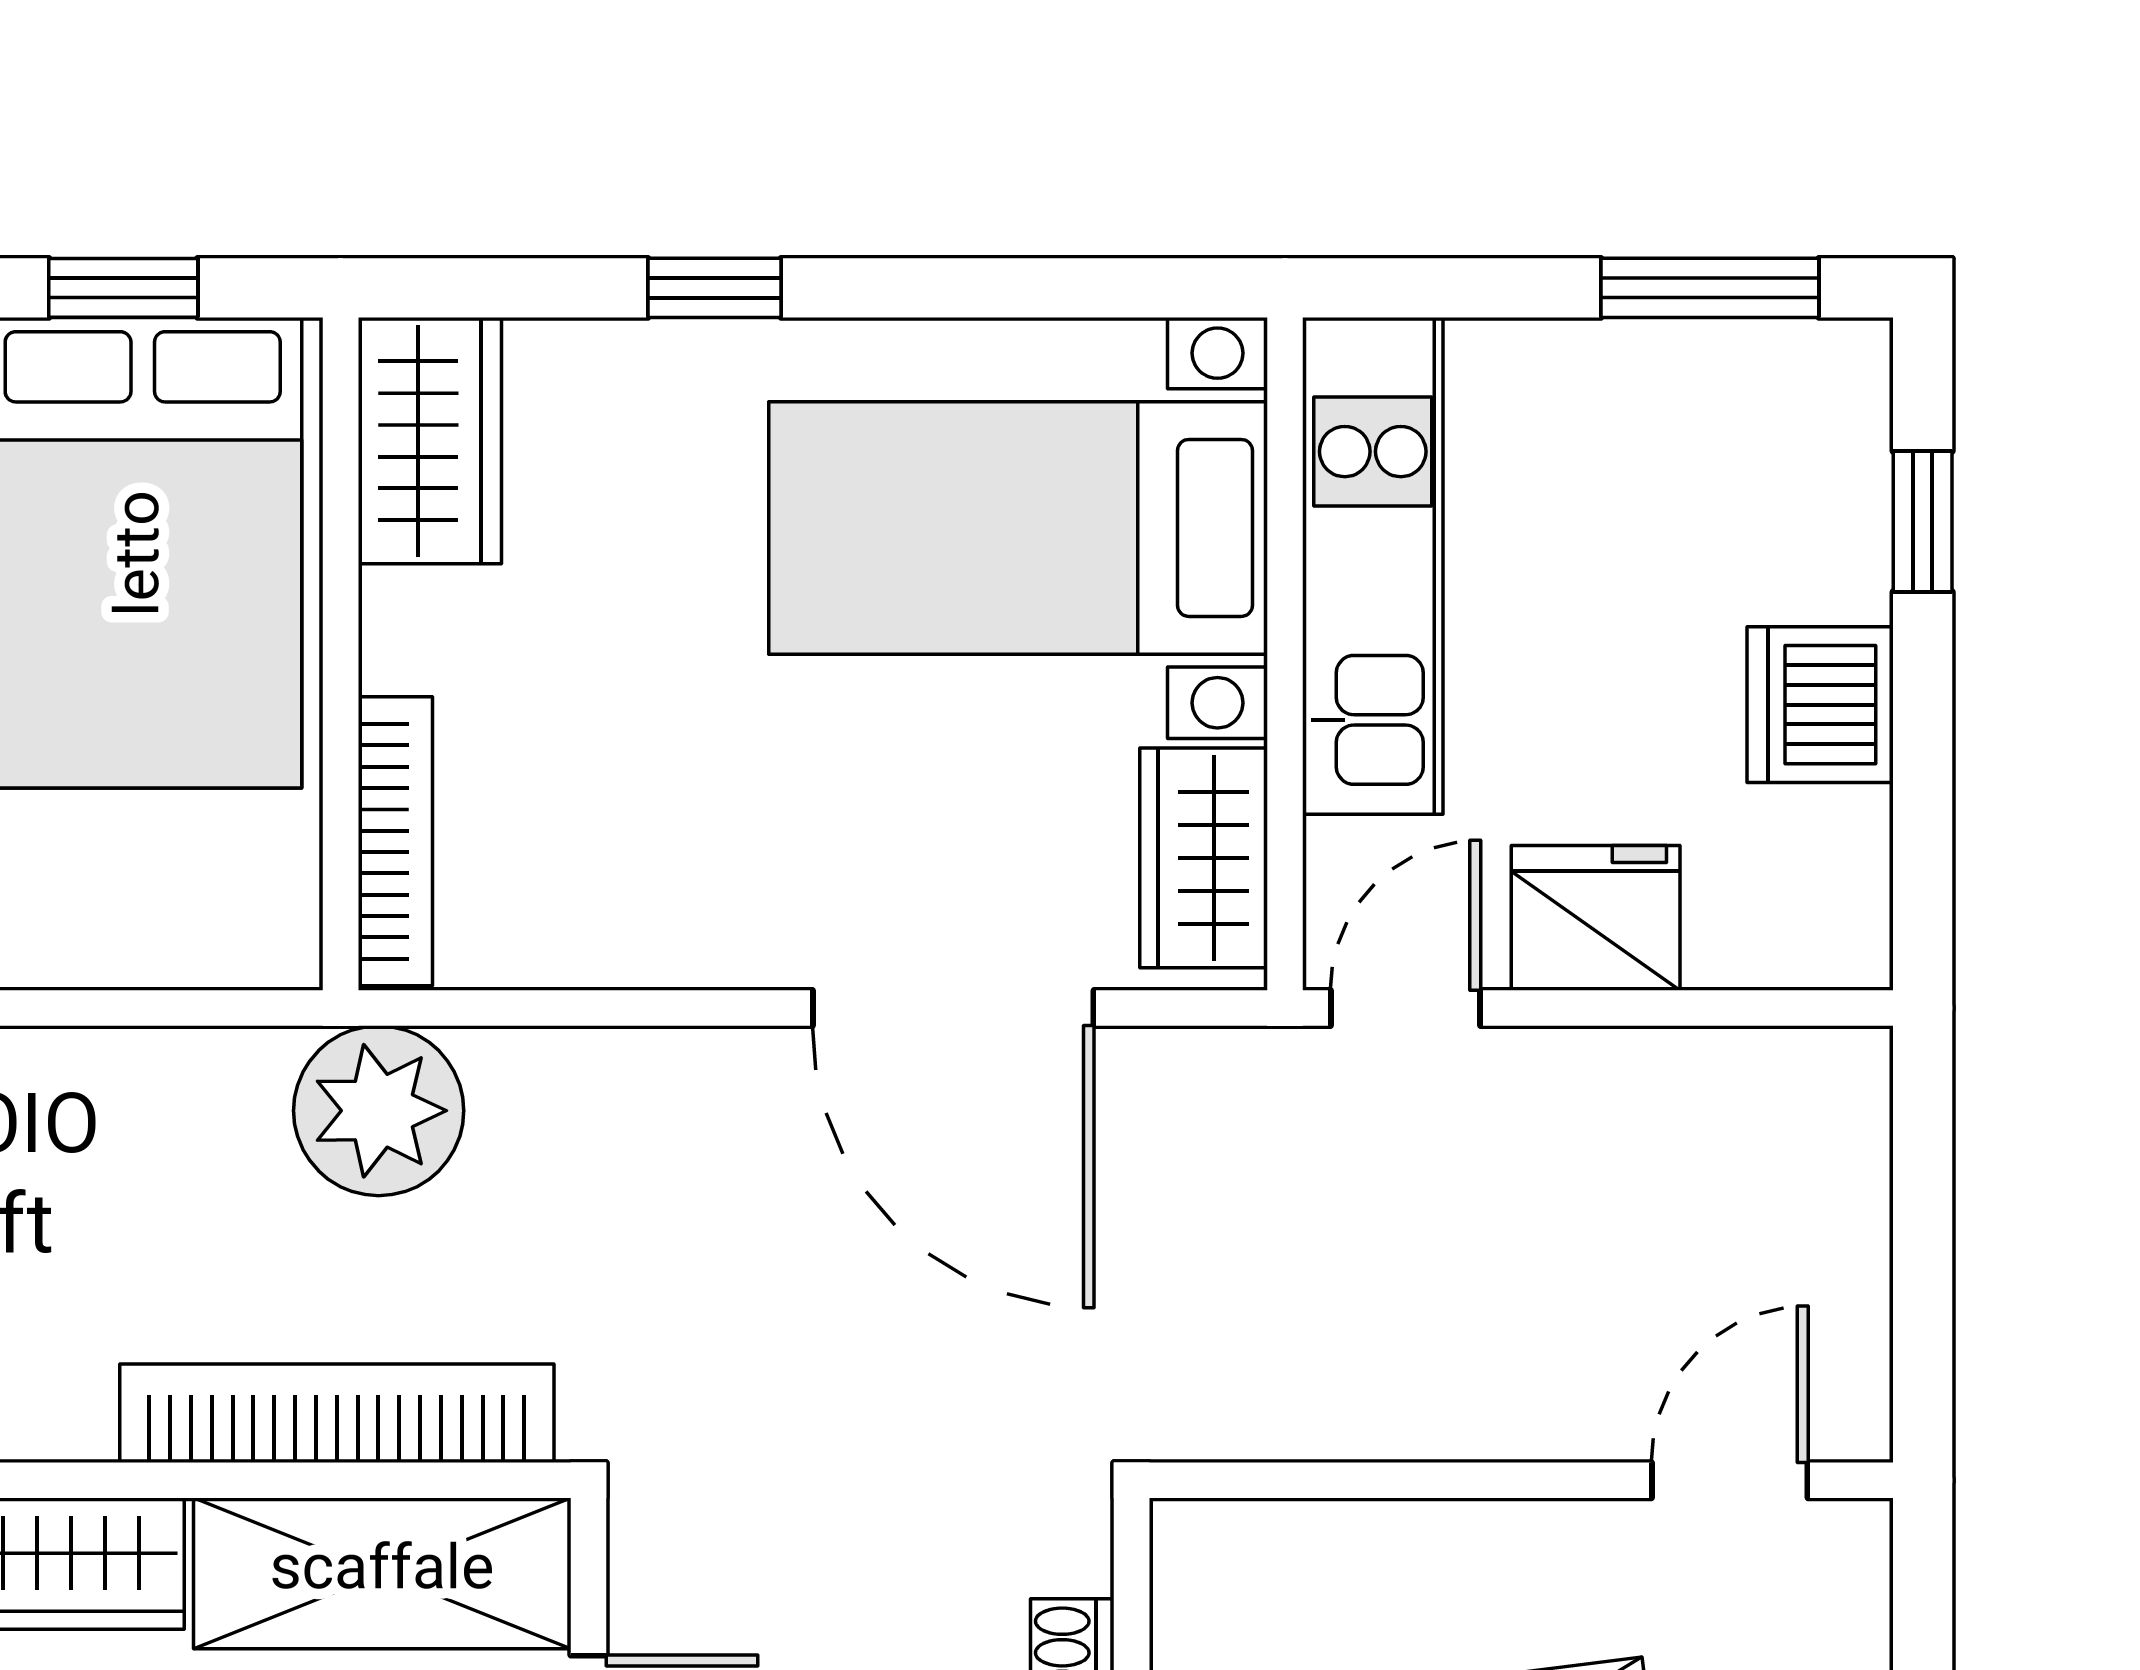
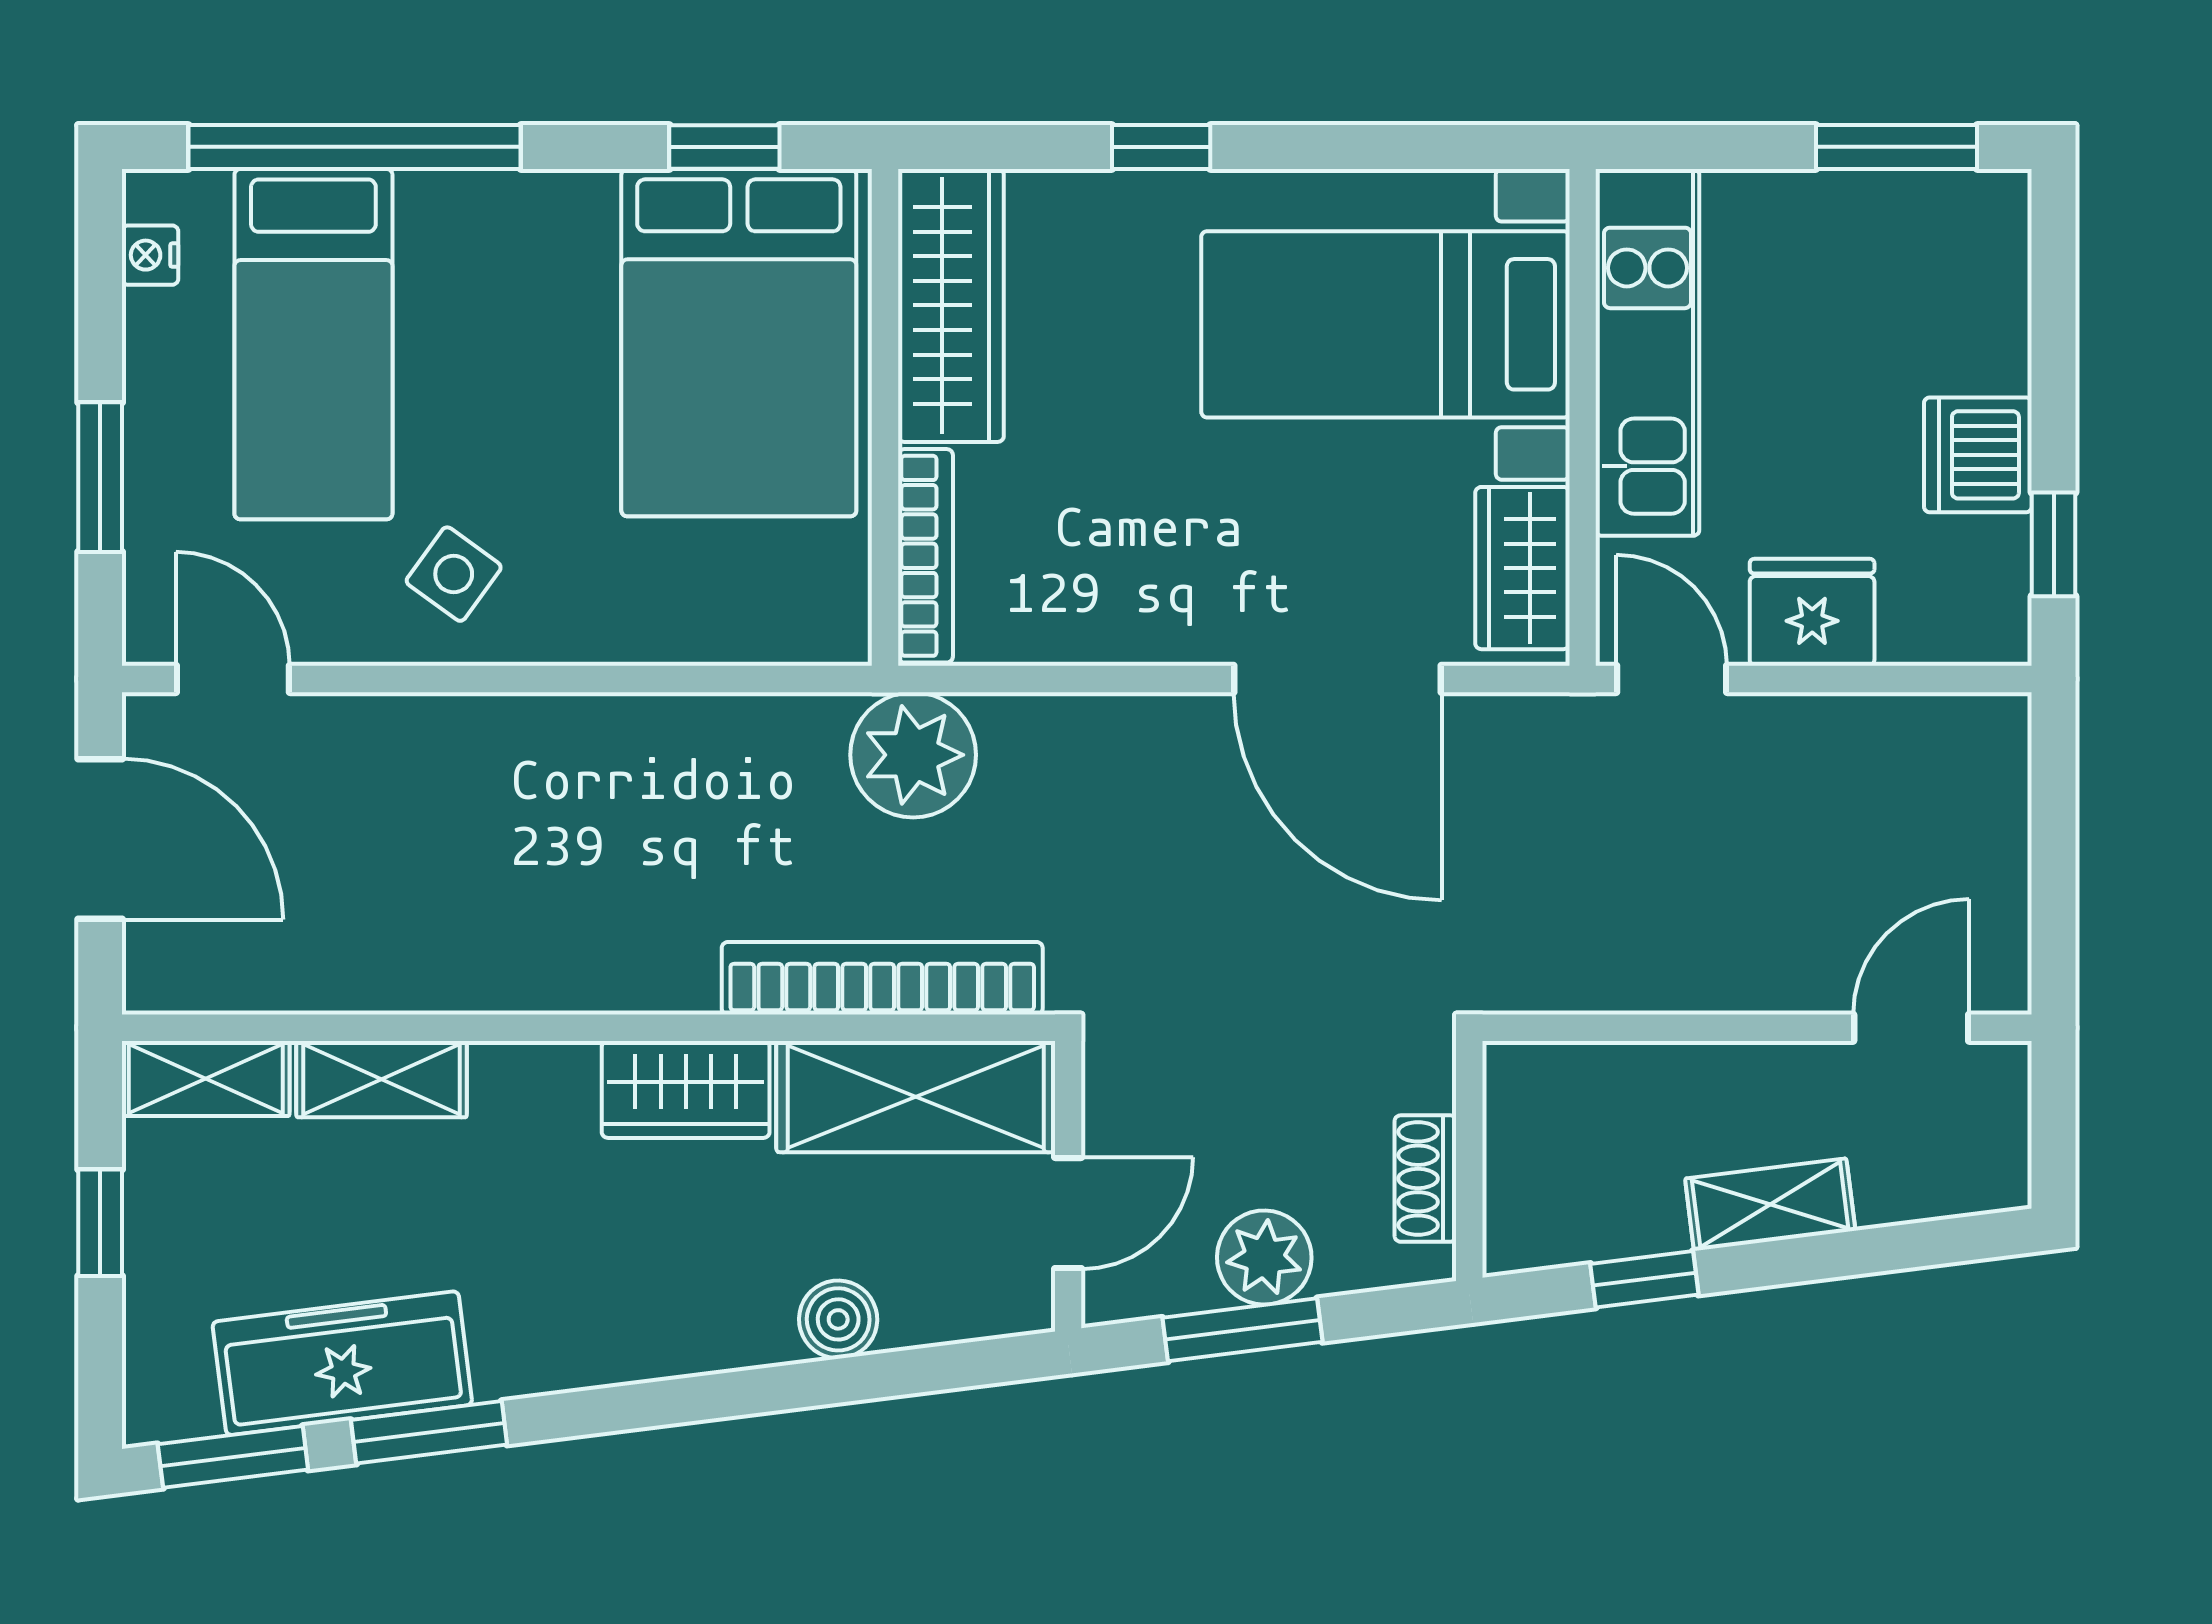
wardrobe: (430, 441) -> (951, 305), width x1.50
window: (1923, 522) -> (2054, 544), moved
door: (1405, 1008) -> (1672, 679), hinge flipped

